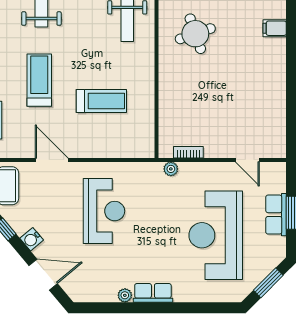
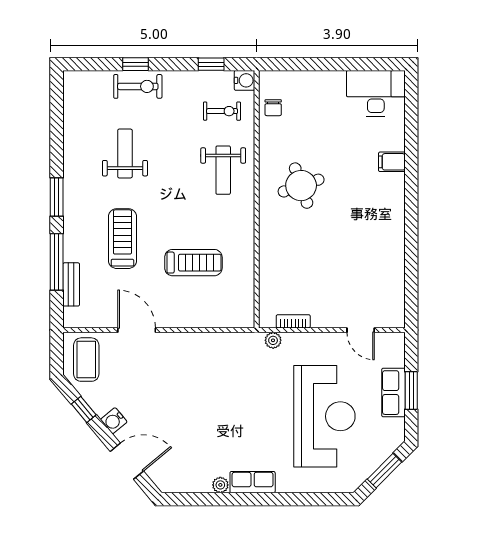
filing cabinet: (275, 28) -> (392, 162), moved
reception desk: (104, 211) -> (196, 388), removed
reception desk: (216, 235) -> (324, 416), turned 180

